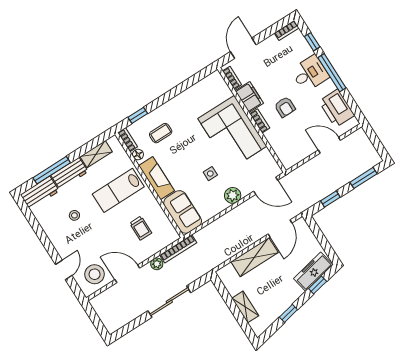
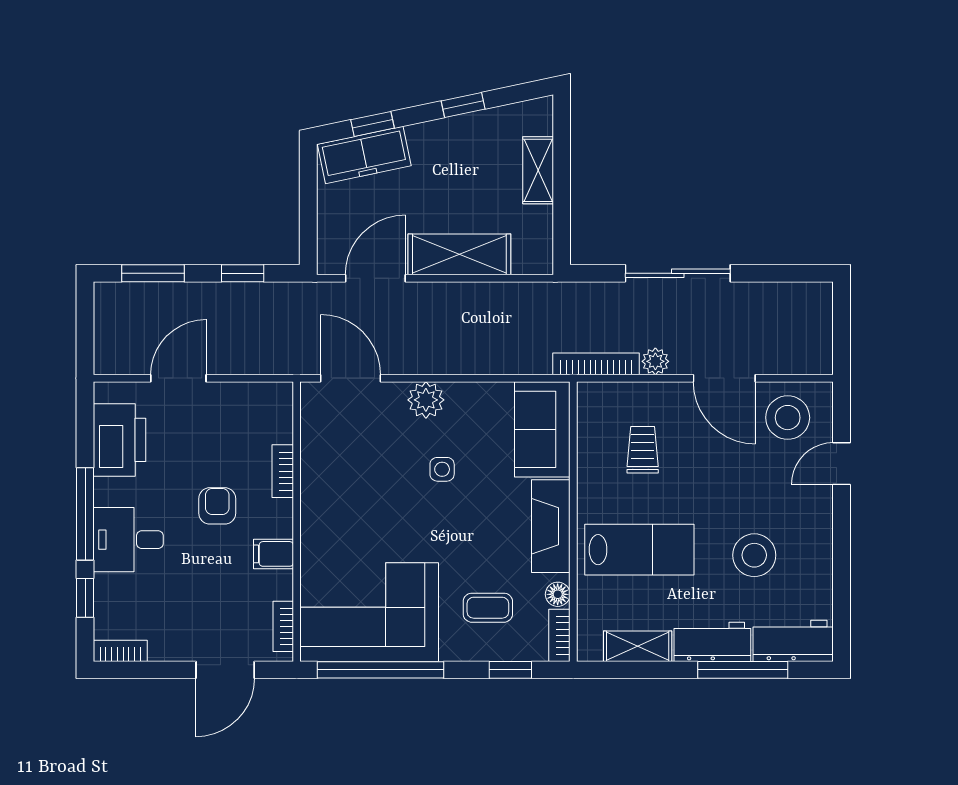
window: (186, 85) -> (381, 670), added
filing cabinet: (249, 97) -> (274, 554), width x0.50
bookcase: (260, 121) -> (283, 471), moved
corner sofa: (232, 132) -> (369, 612), moved, turned -90
door: (329, 145) -> (178, 378), swing flipped
stool: (74, 215) -> (754, 555), width x1.89, depth x1.89

